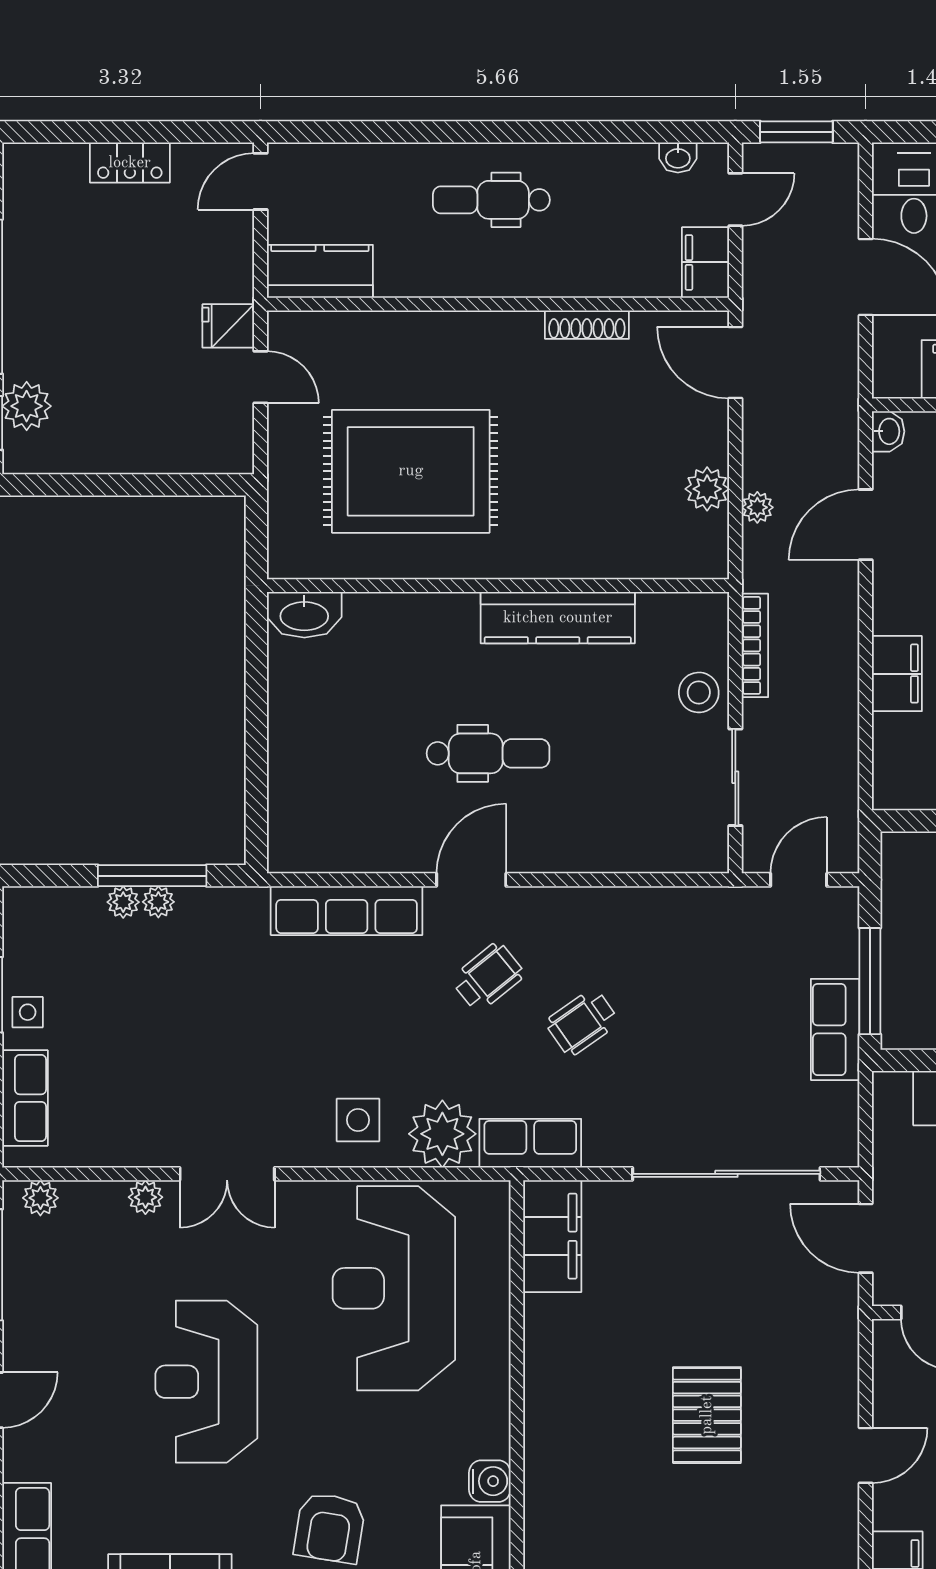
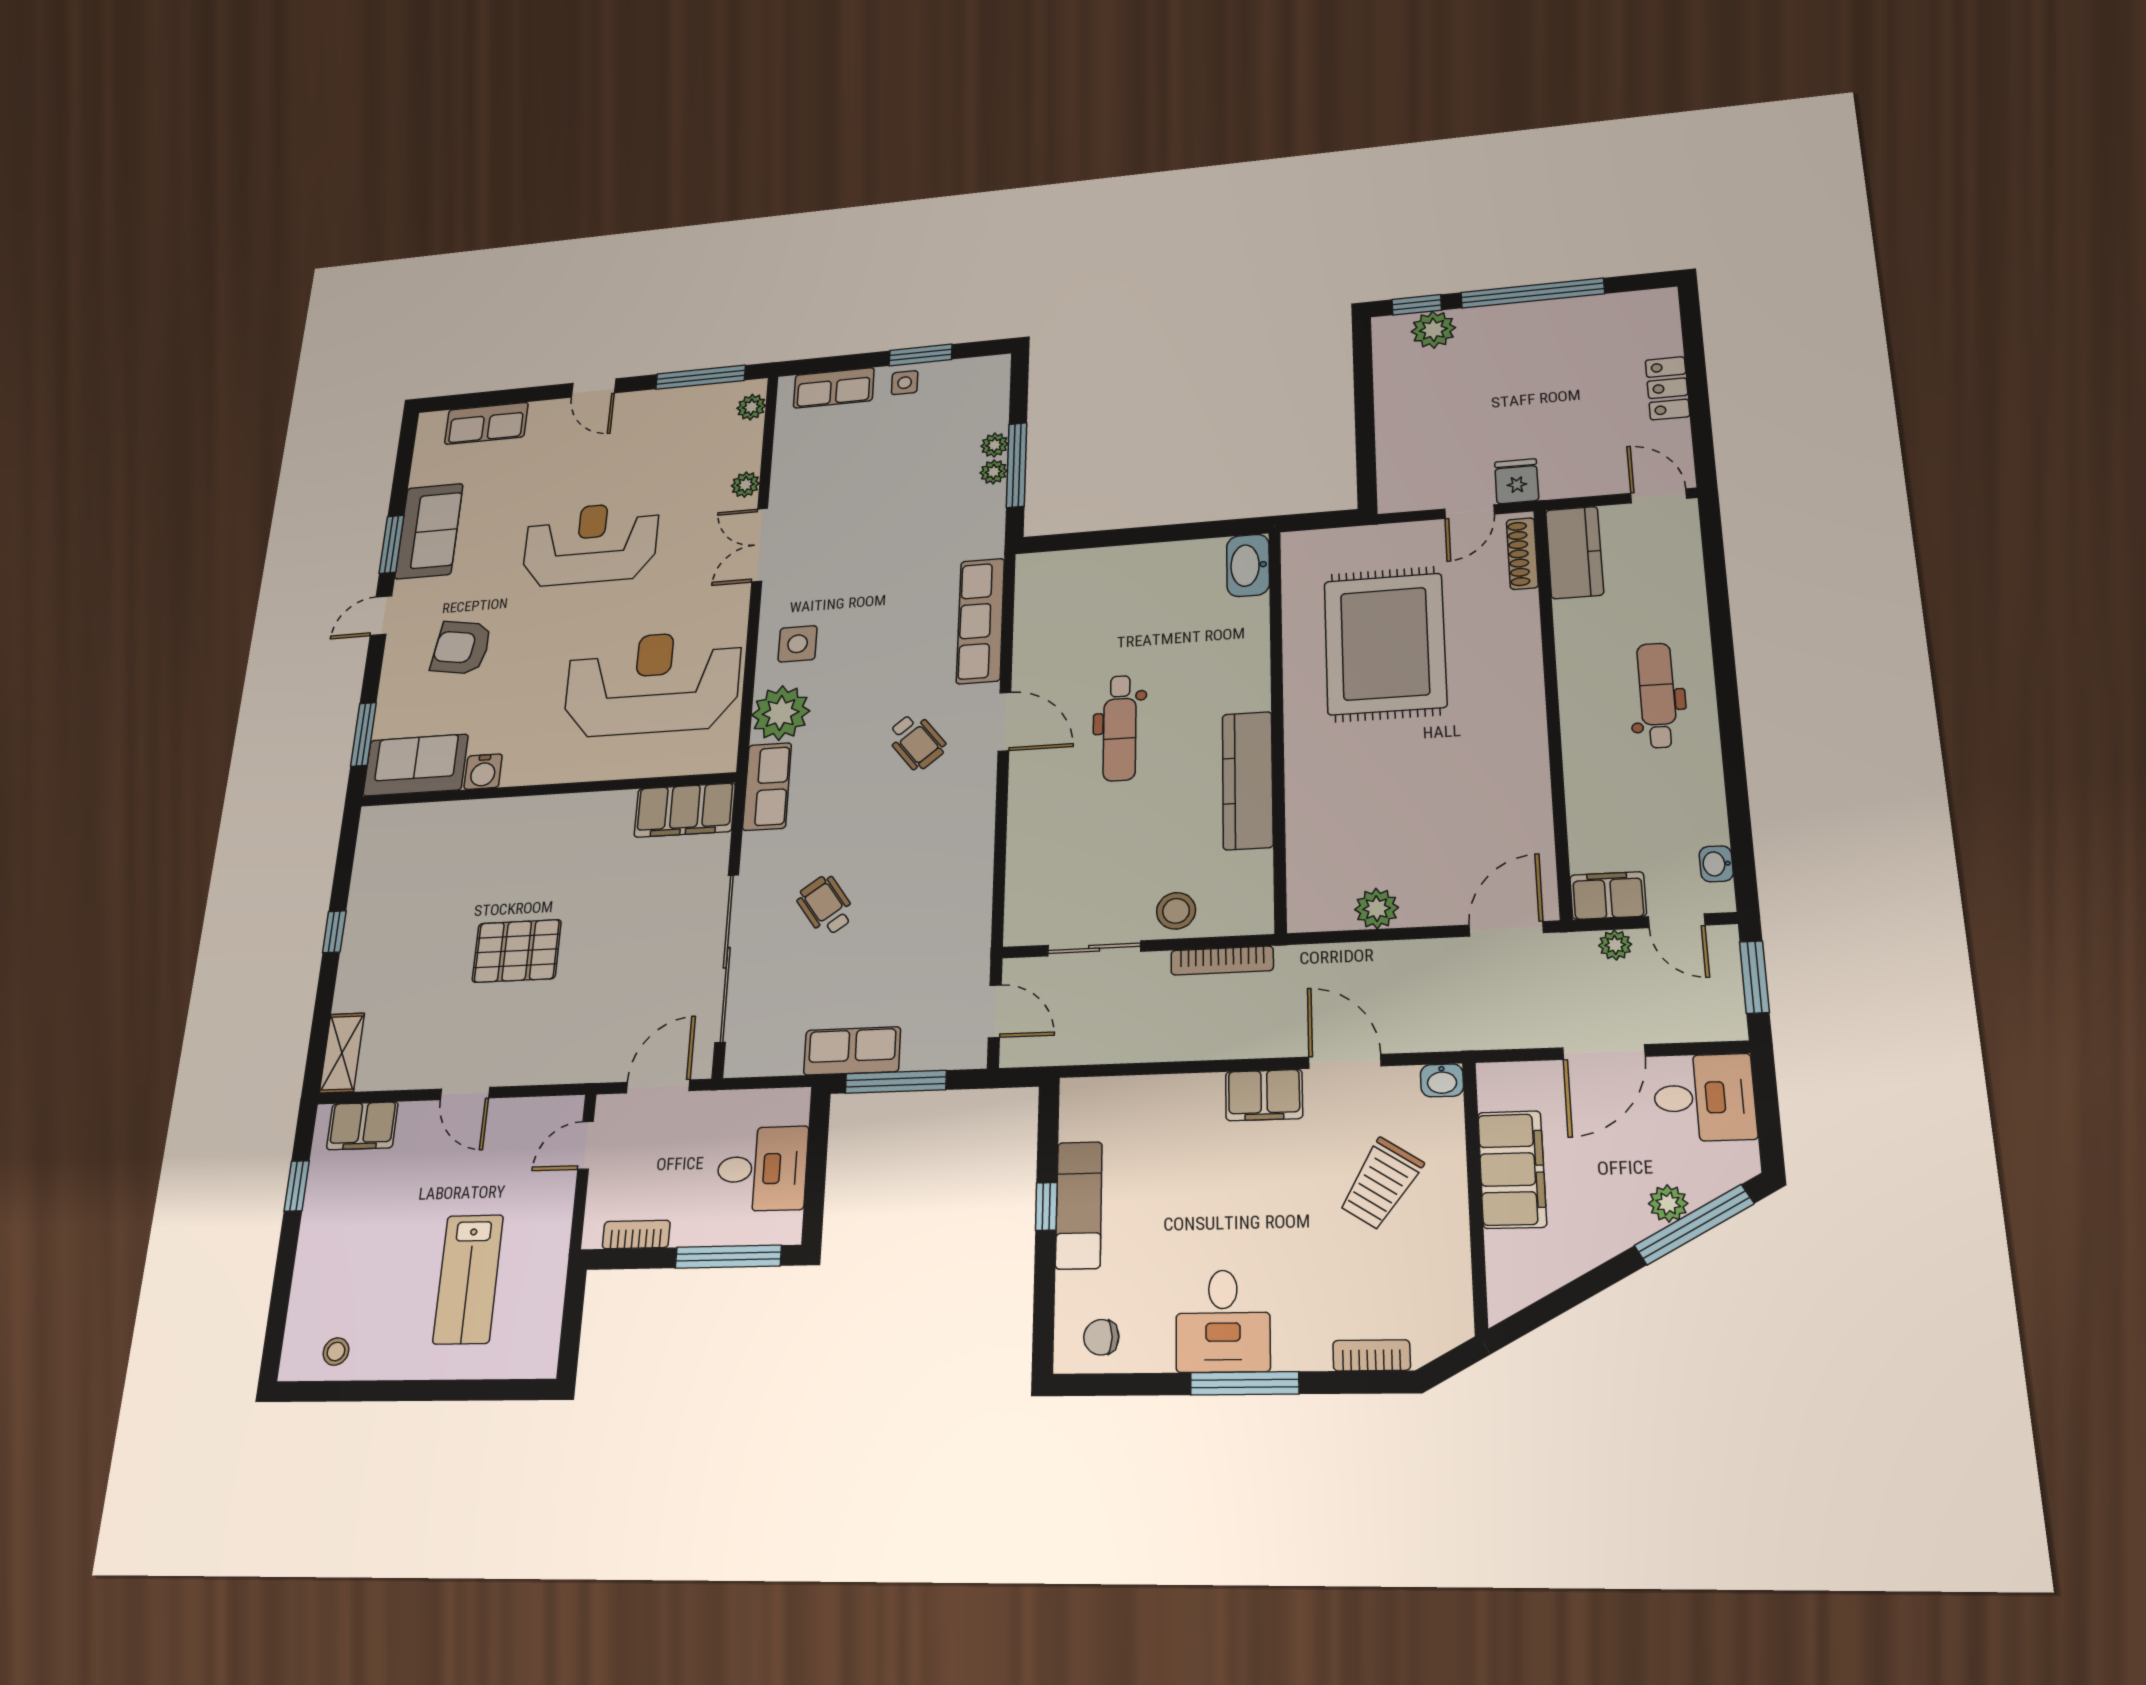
shoe rack: (587, 325) -> (1522, 554), moved
plant: (757, 507) -> (1615, 945), moved
filing cabinet: (897, 674) -> (1264, 1095), moved
wheelchair: (582, 1022) -> (826, 906), moved

